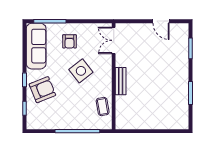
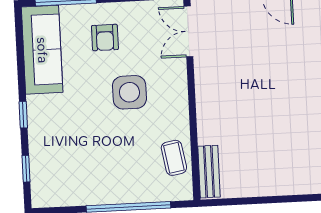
side table: (81, 71) -> (129, 92), turned 38
bench: (121, 81) -> (209, 172), moved
armchair: (42, 90) -> (58, 132), removed

